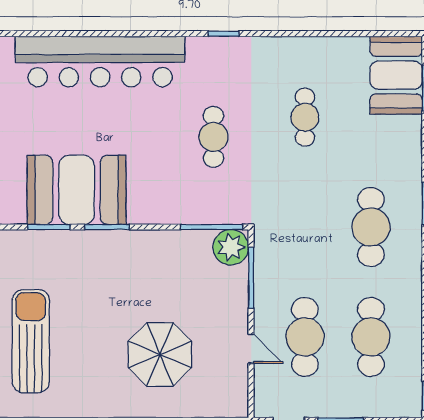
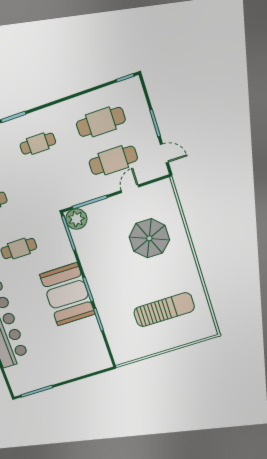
booth: (77, 190) -> (67, 294), moved
cafe table: (371, 227) -> (38, 144), width x0.73, depth x0.74
sun lounger: (31, 341) -> (164, 310), turned 180

